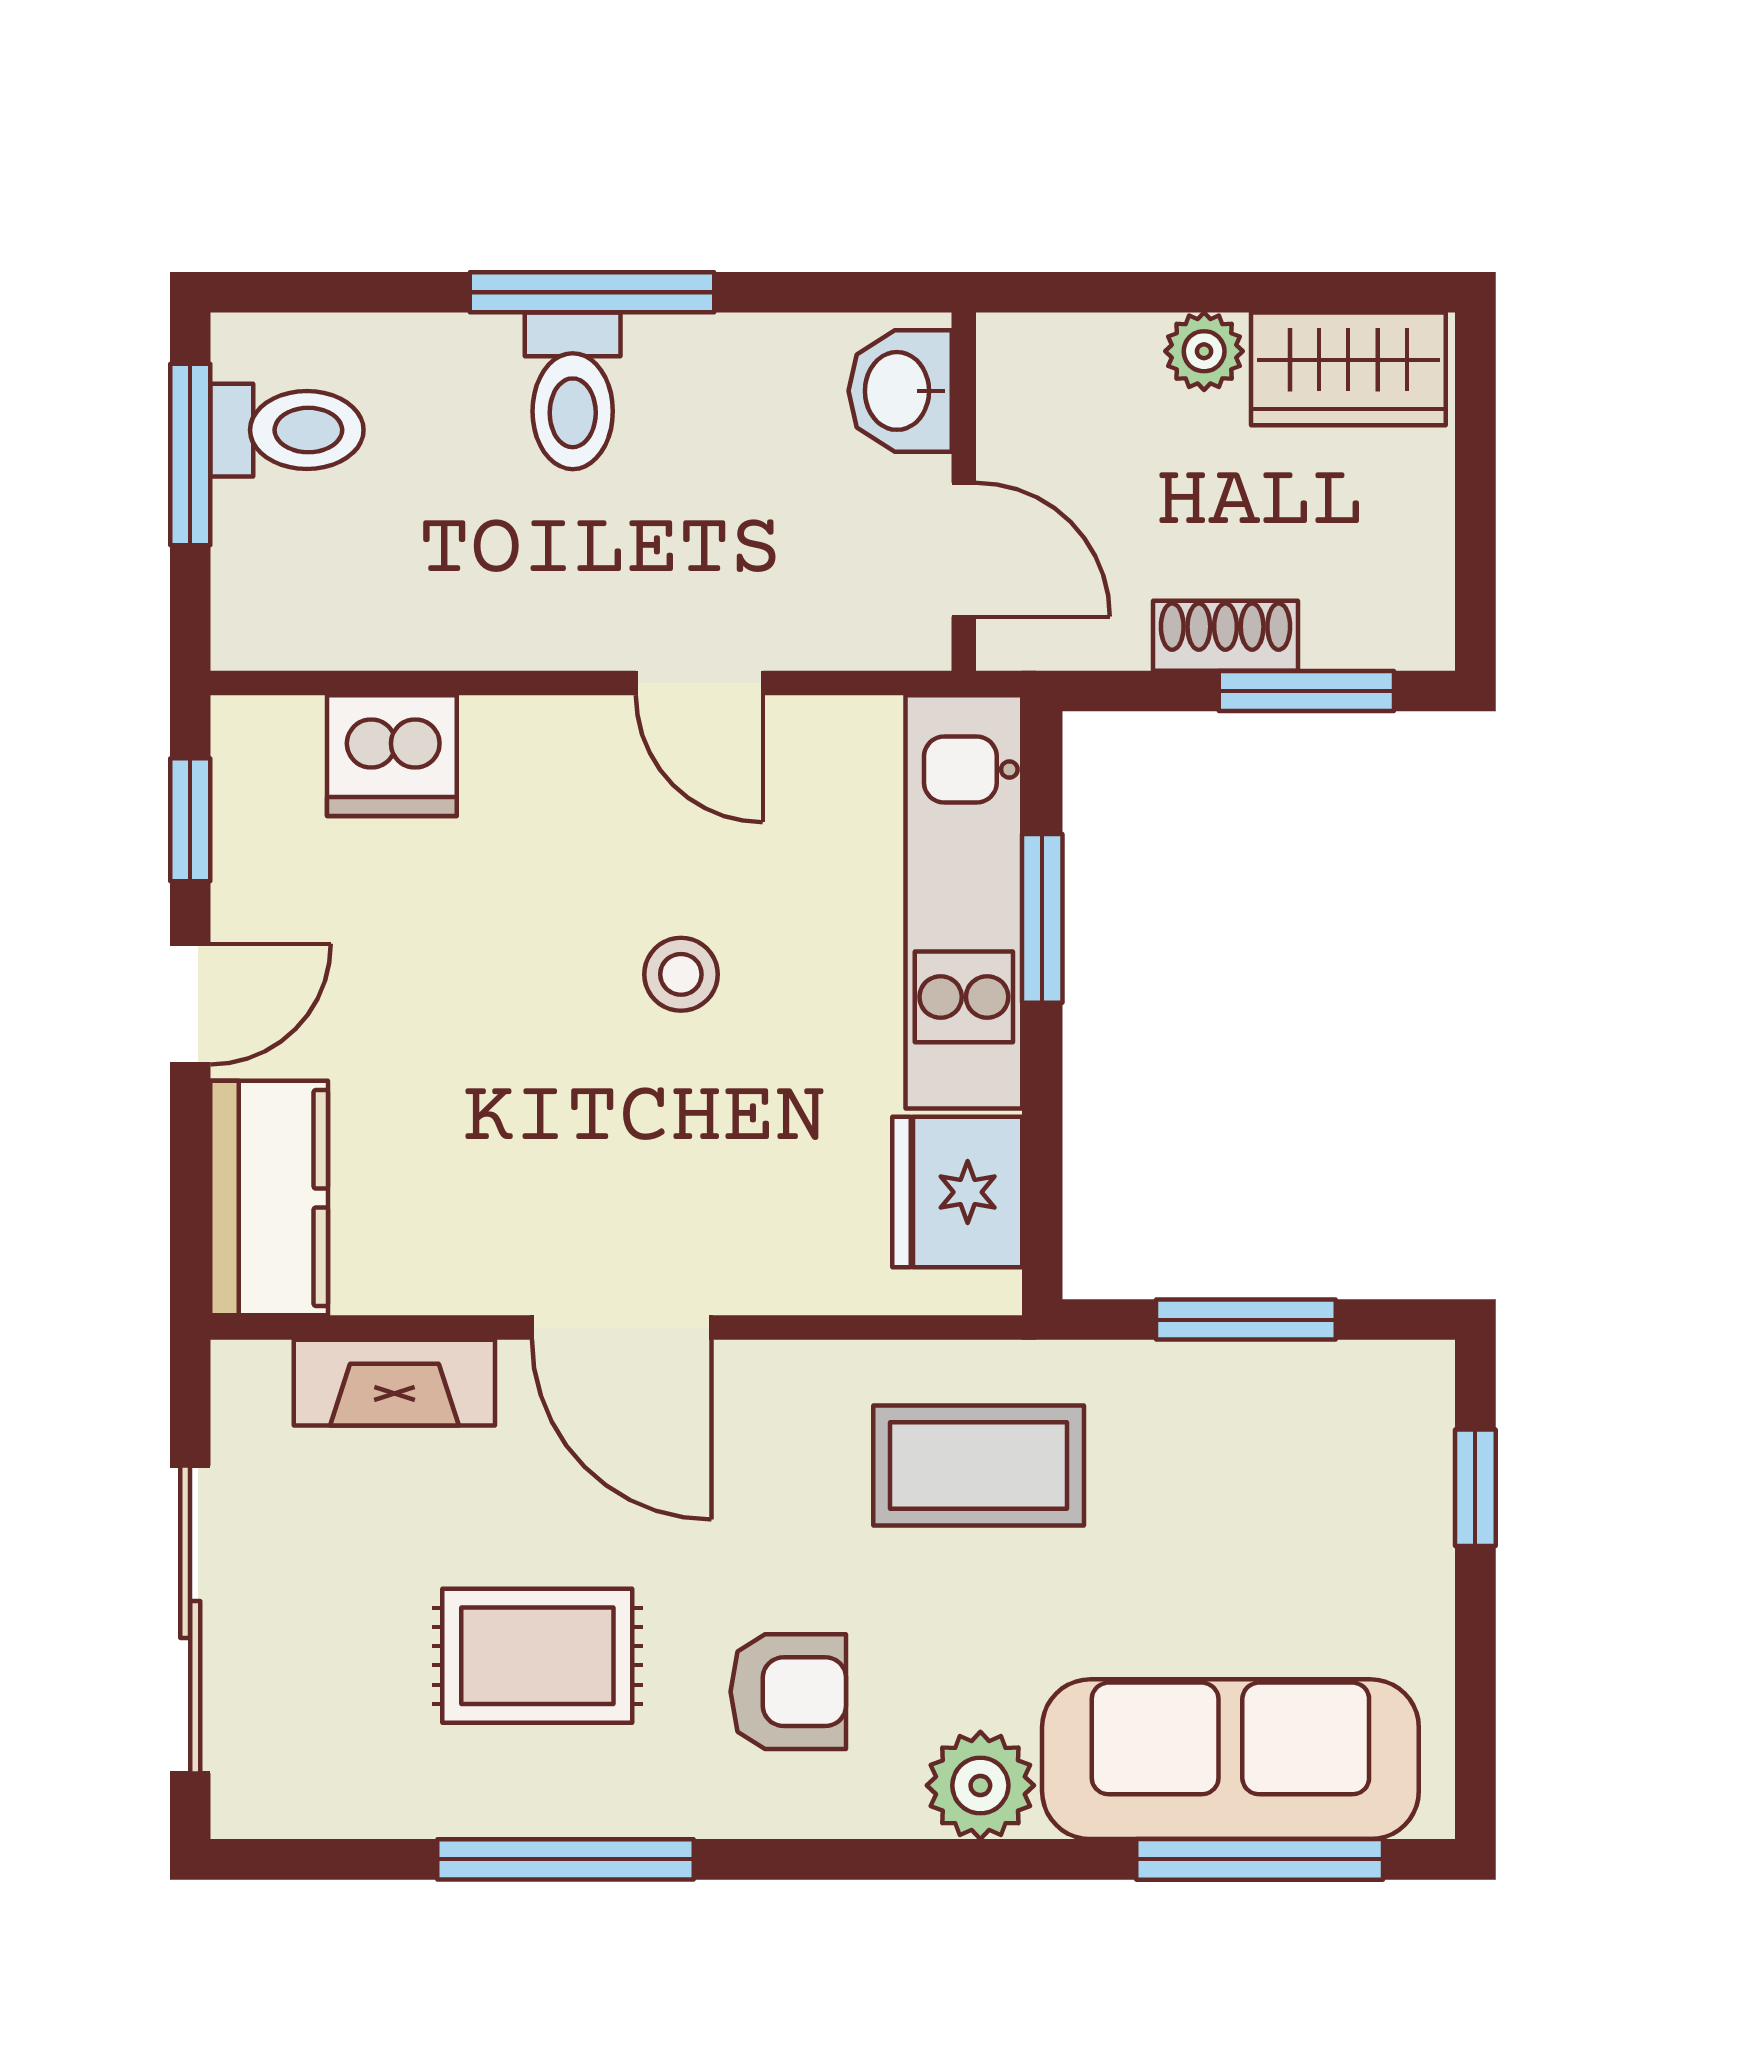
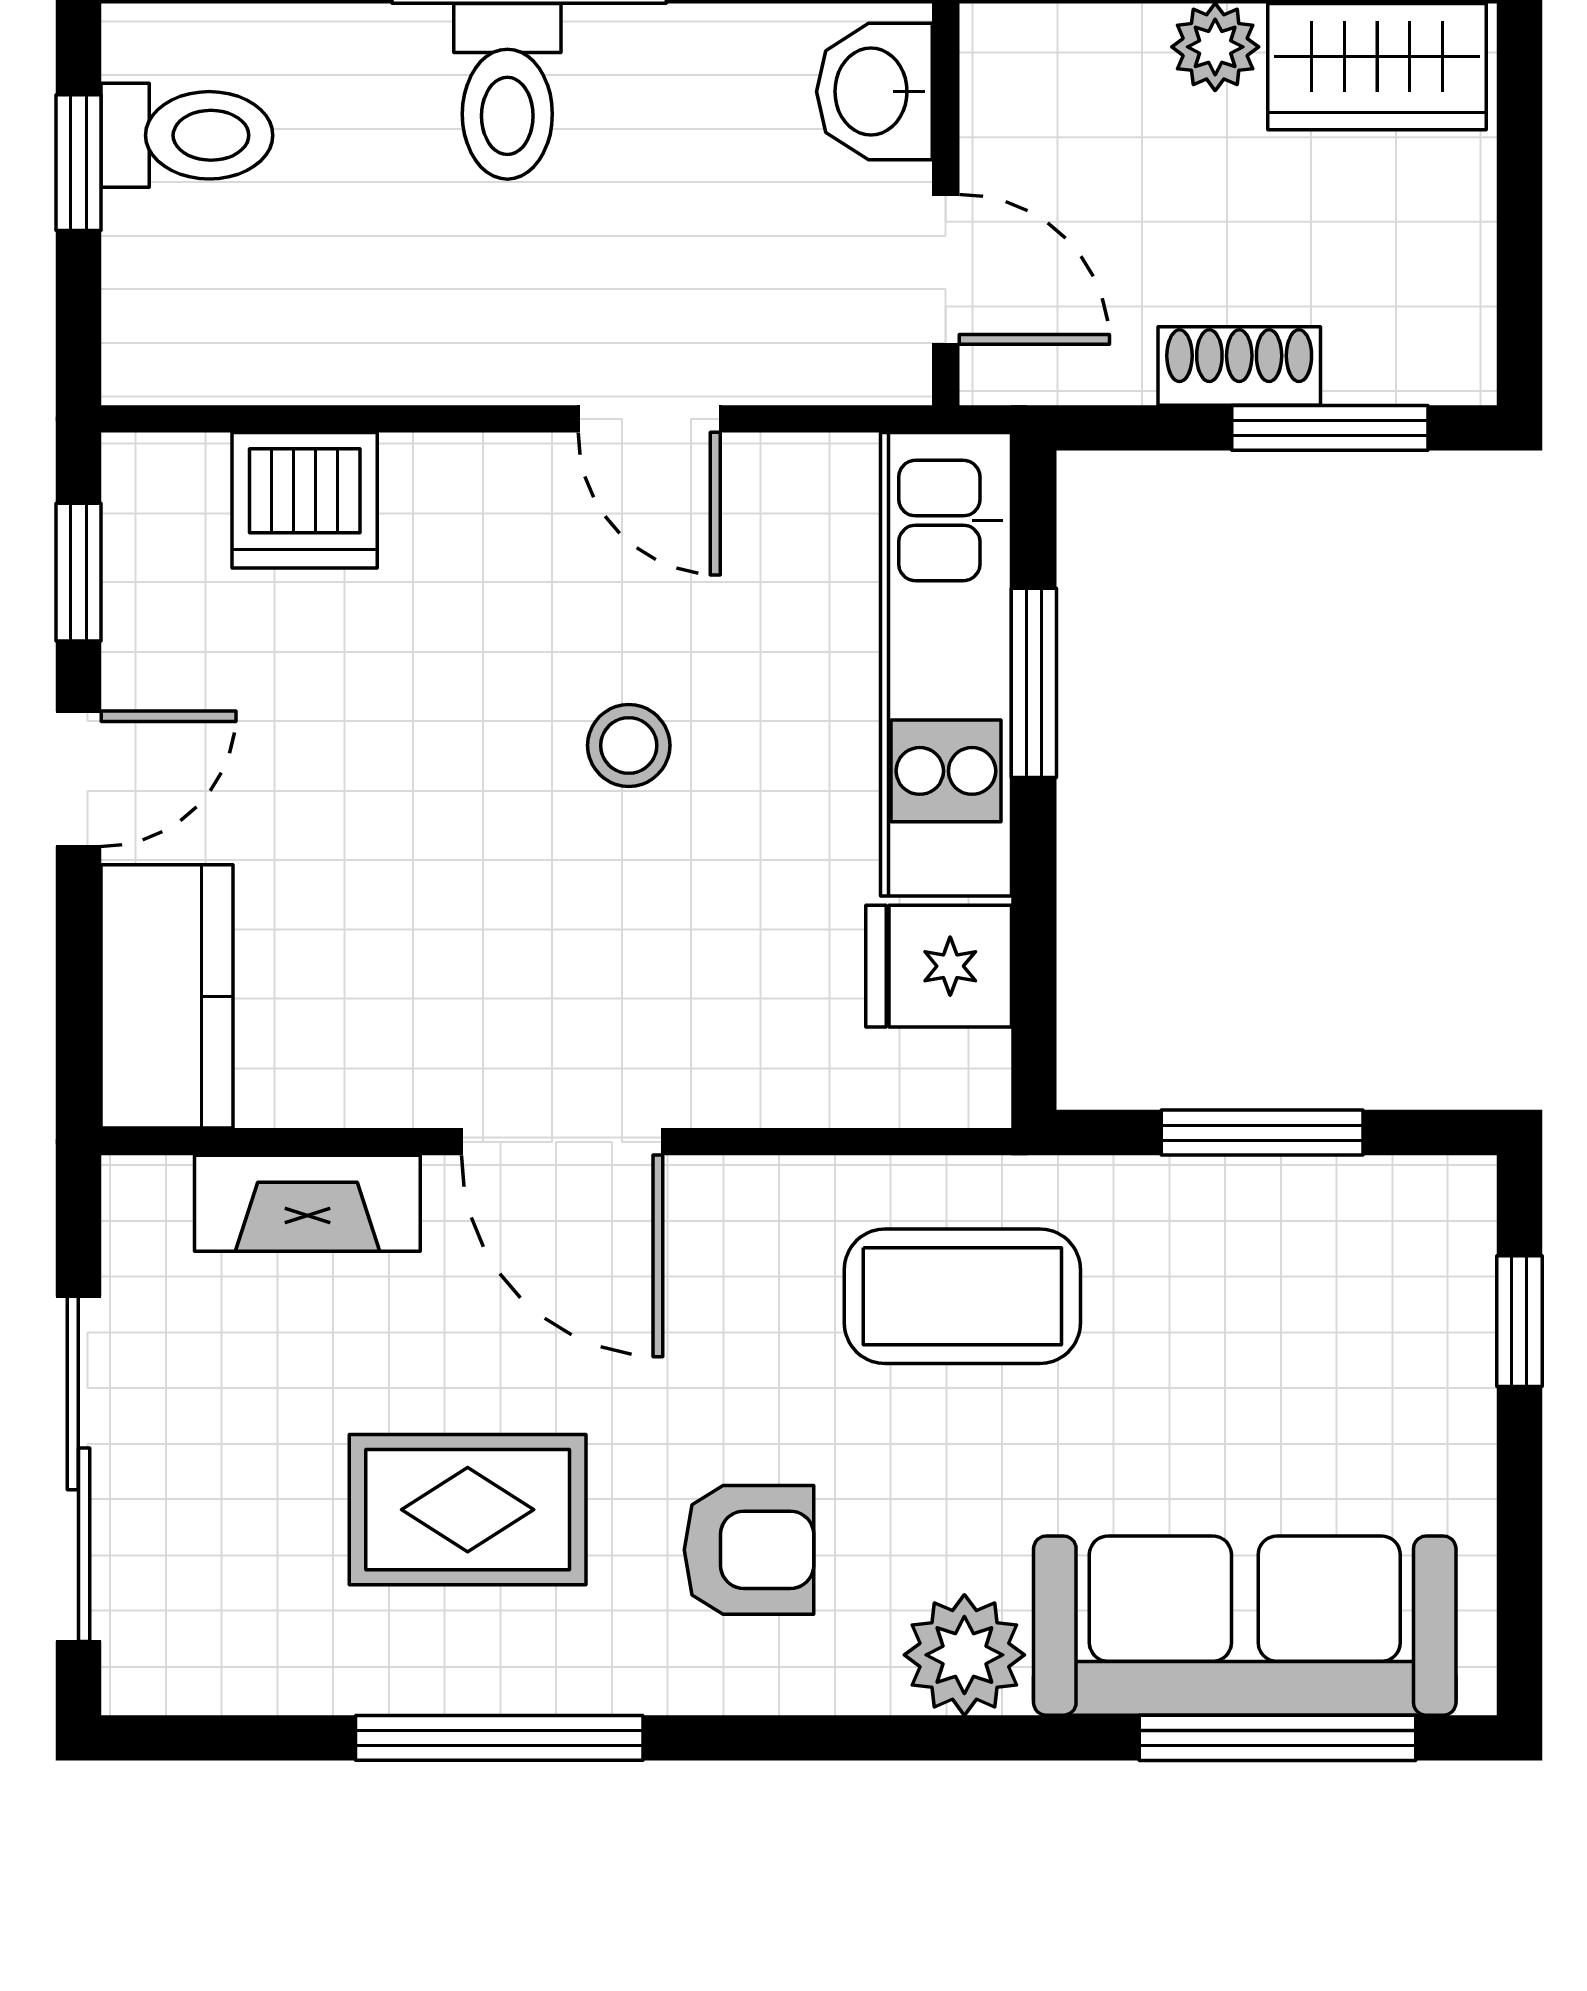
window: (190, 454) -> (78, 163), width x0.67
fridge: (957, 1192) -> (939, 966), width x0.72

